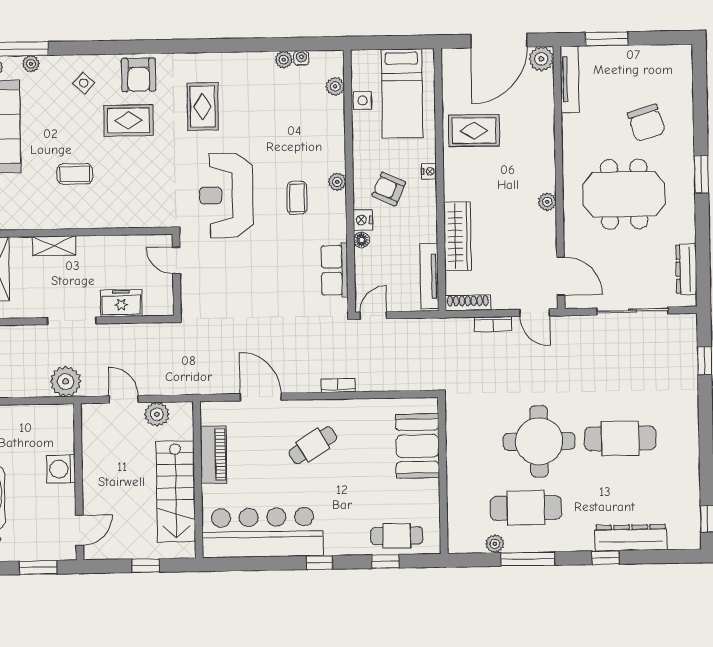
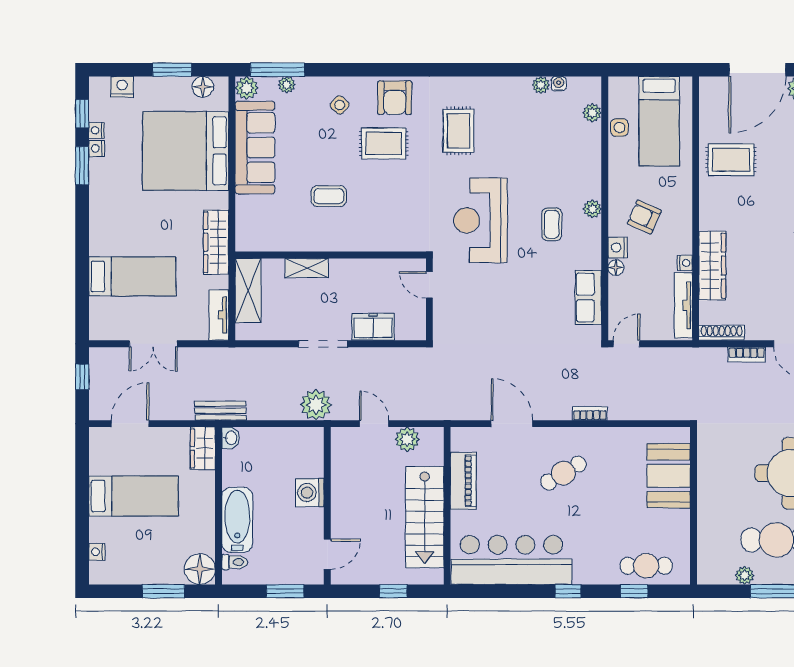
nightstand: (429, 171) -> (685, 263), moved

